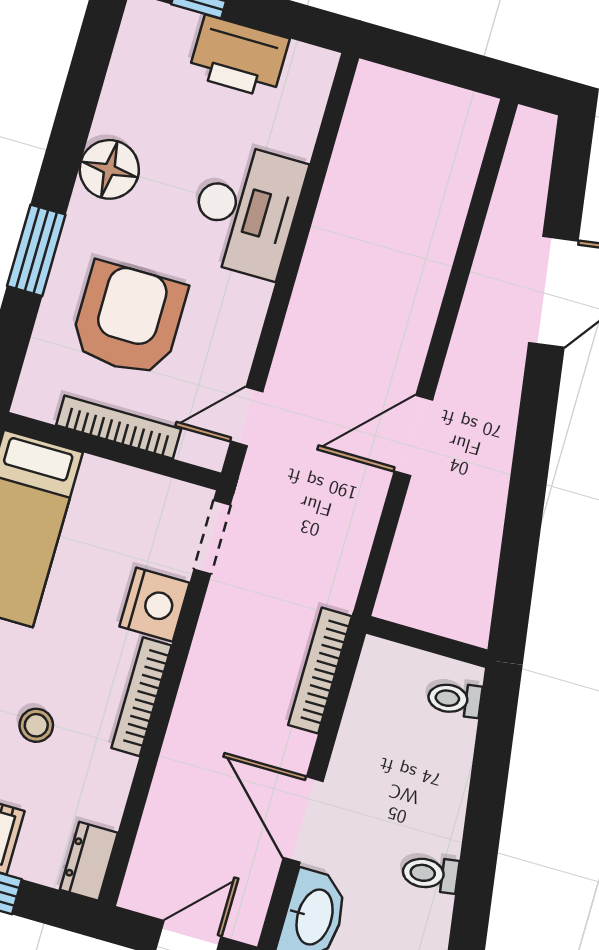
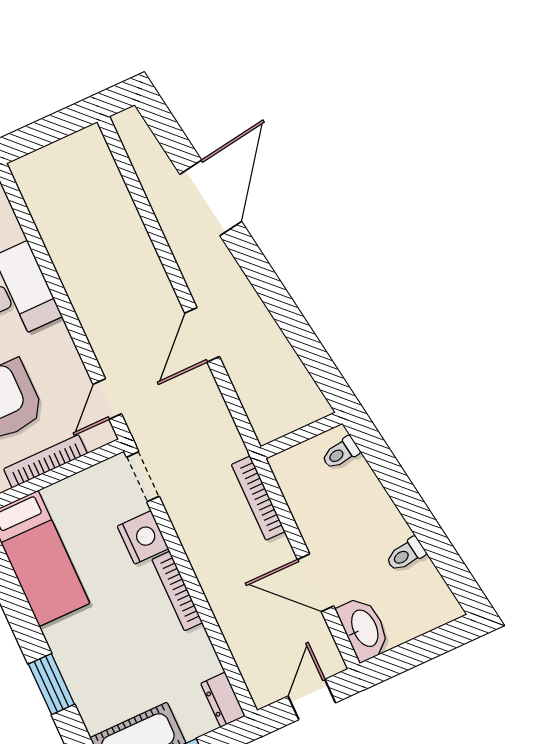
stool: (36, 725) -> (135, 653), removed

